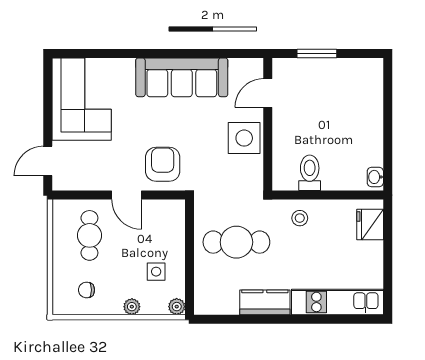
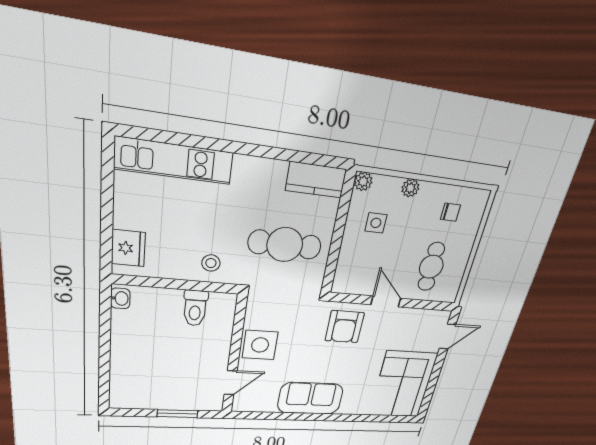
sofa: (182, 77) -> (310, 398), width x0.73
kitchen counter: (265, 302) -> (316, 180), moved

